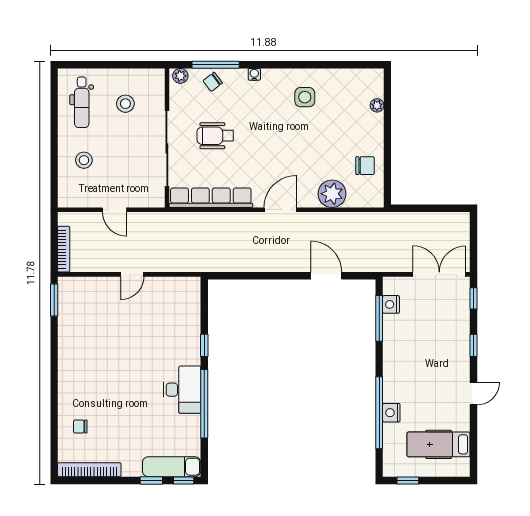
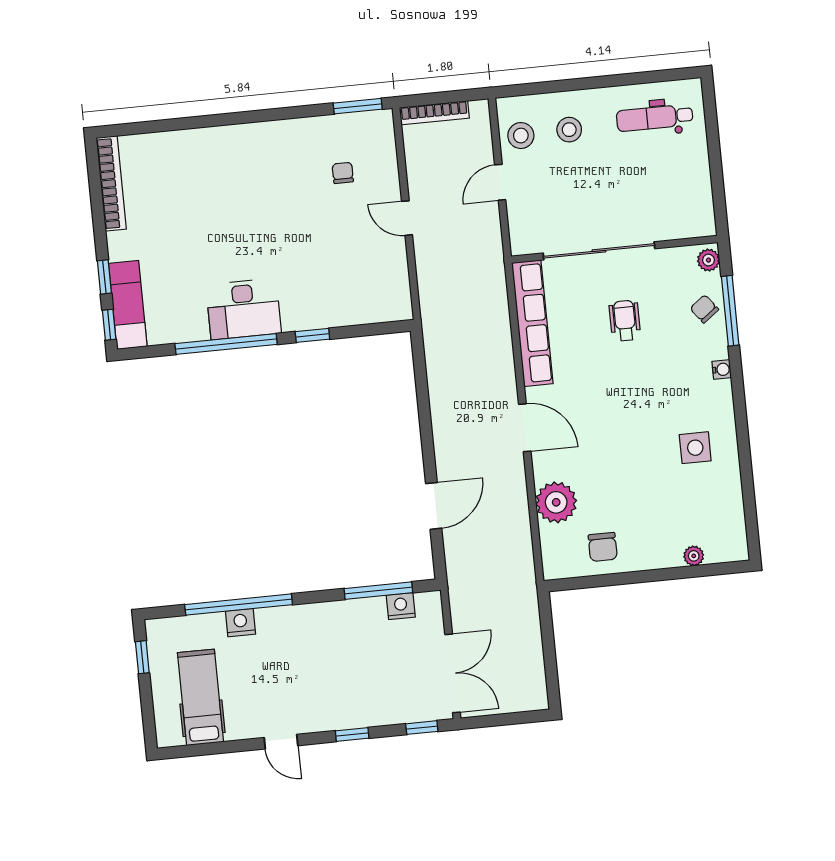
stool: (125, 104) -> (521, 136), moved
wheelchair: (215, 136) -> (625, 321), width x0.73, depth x0.73
chair: (80, 427) -> (343, 173), moved

